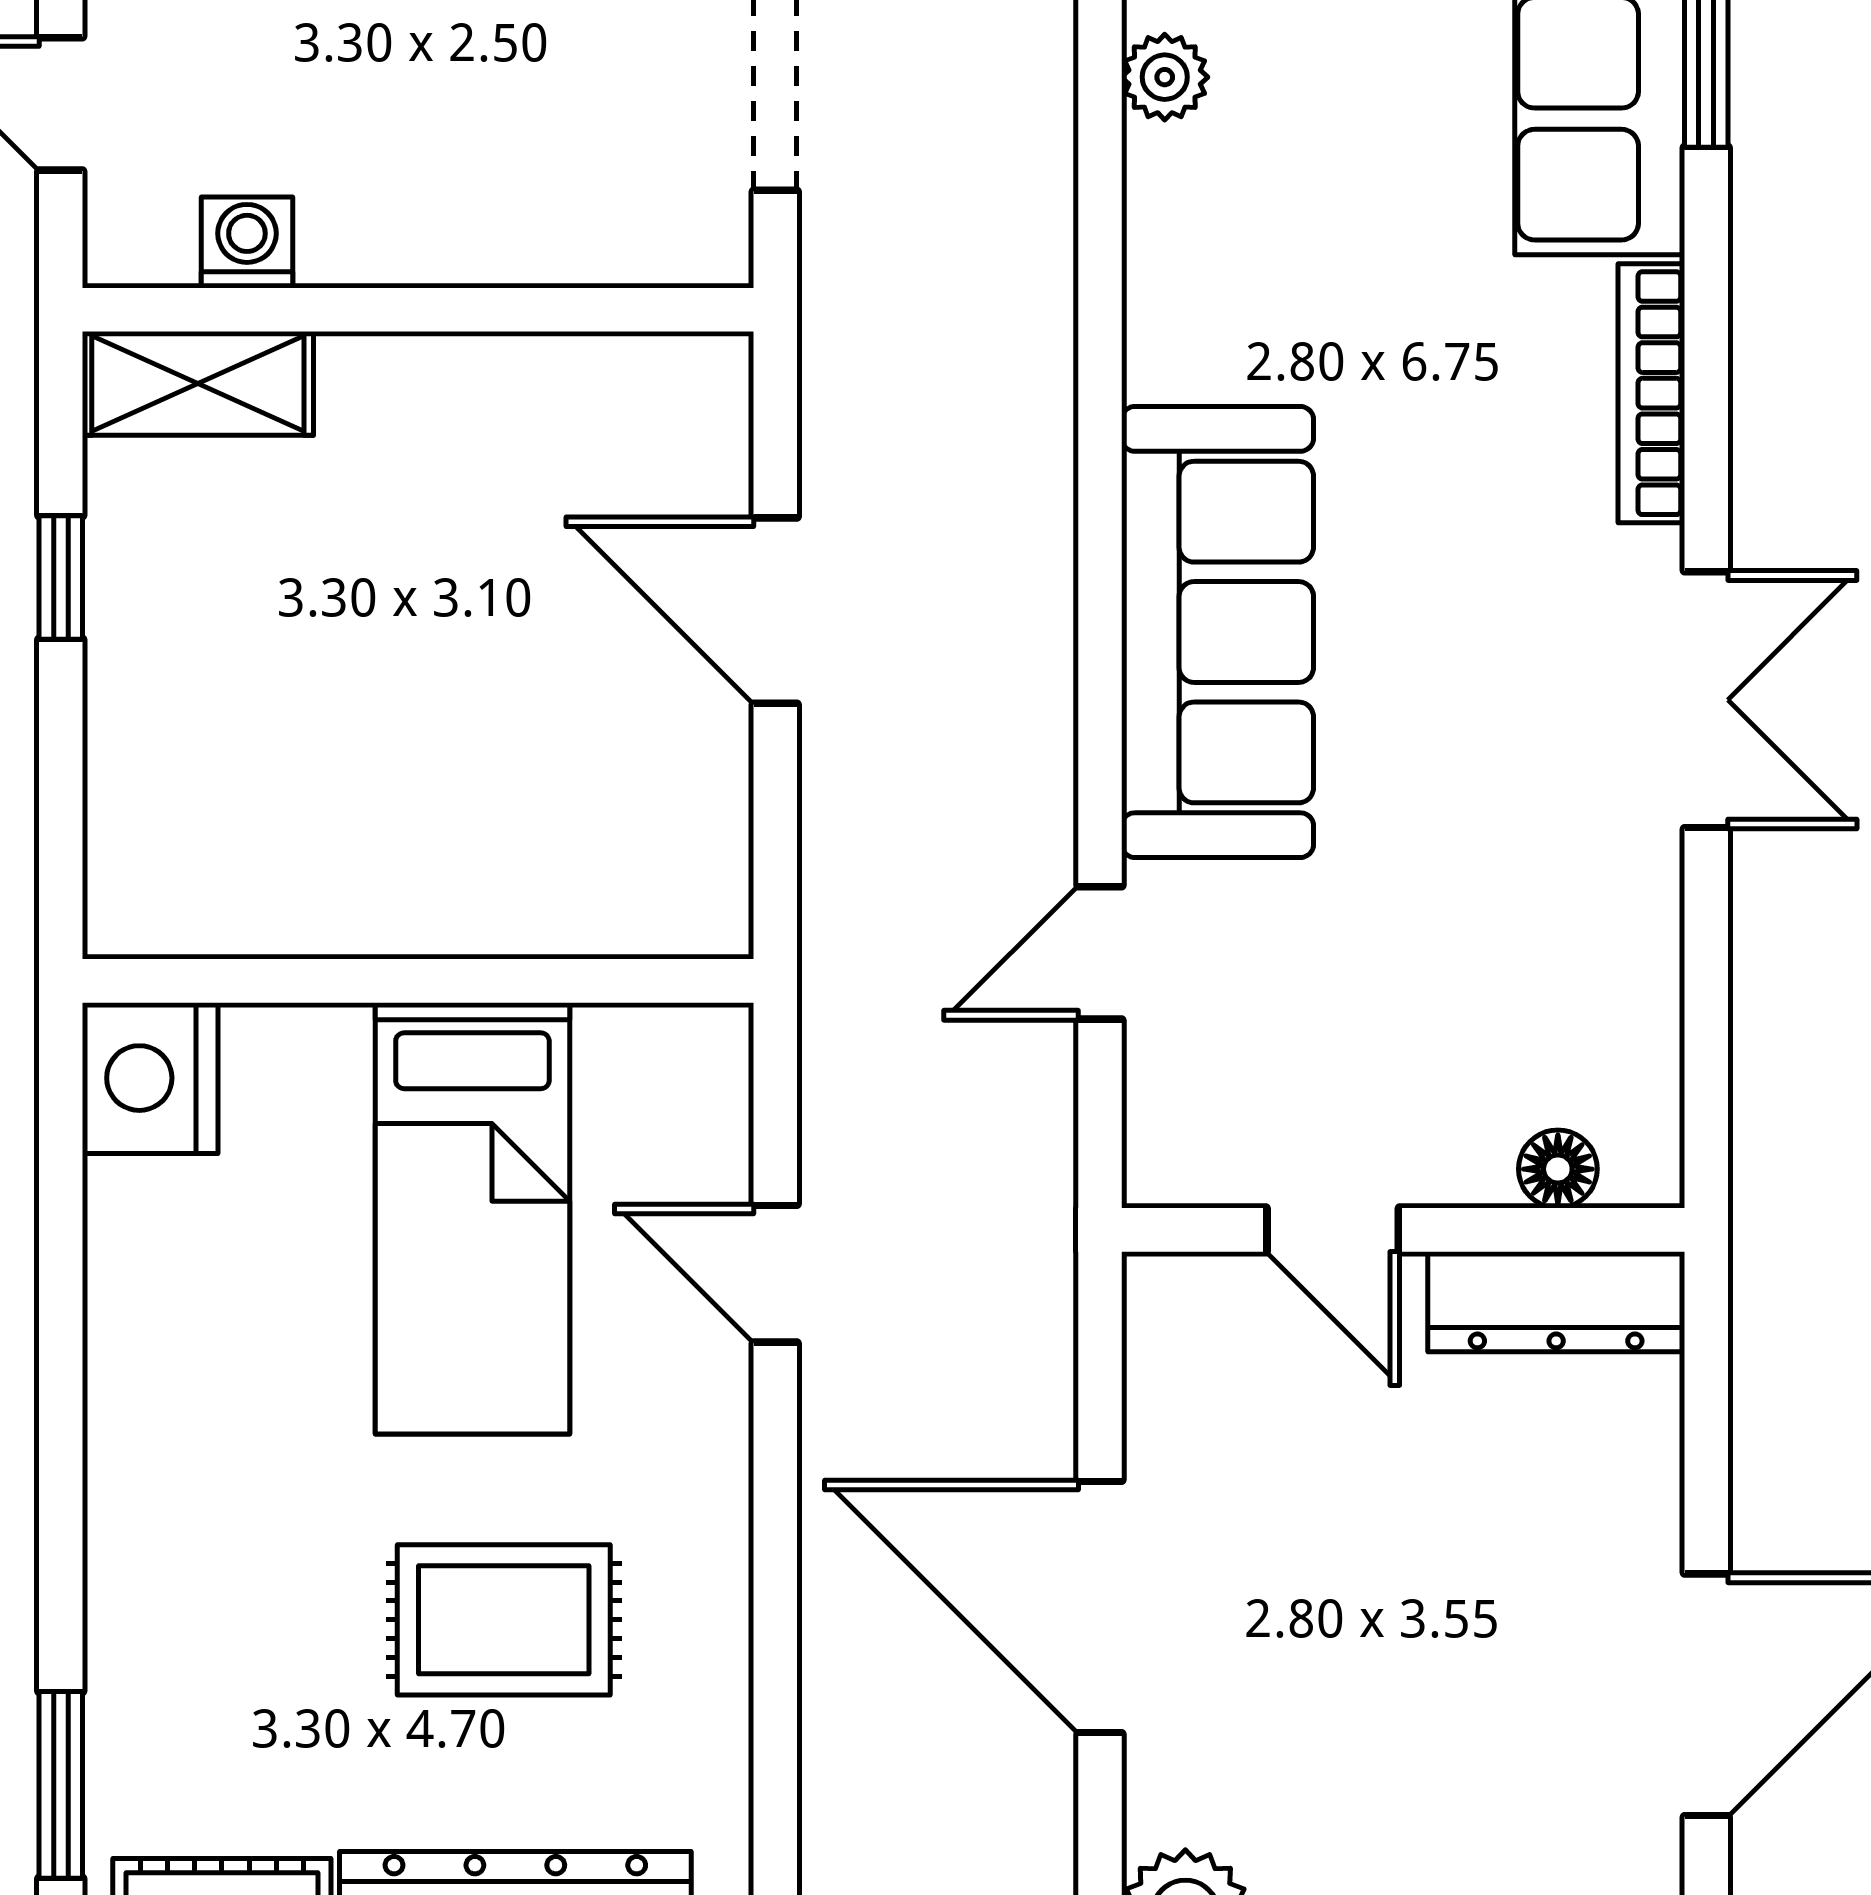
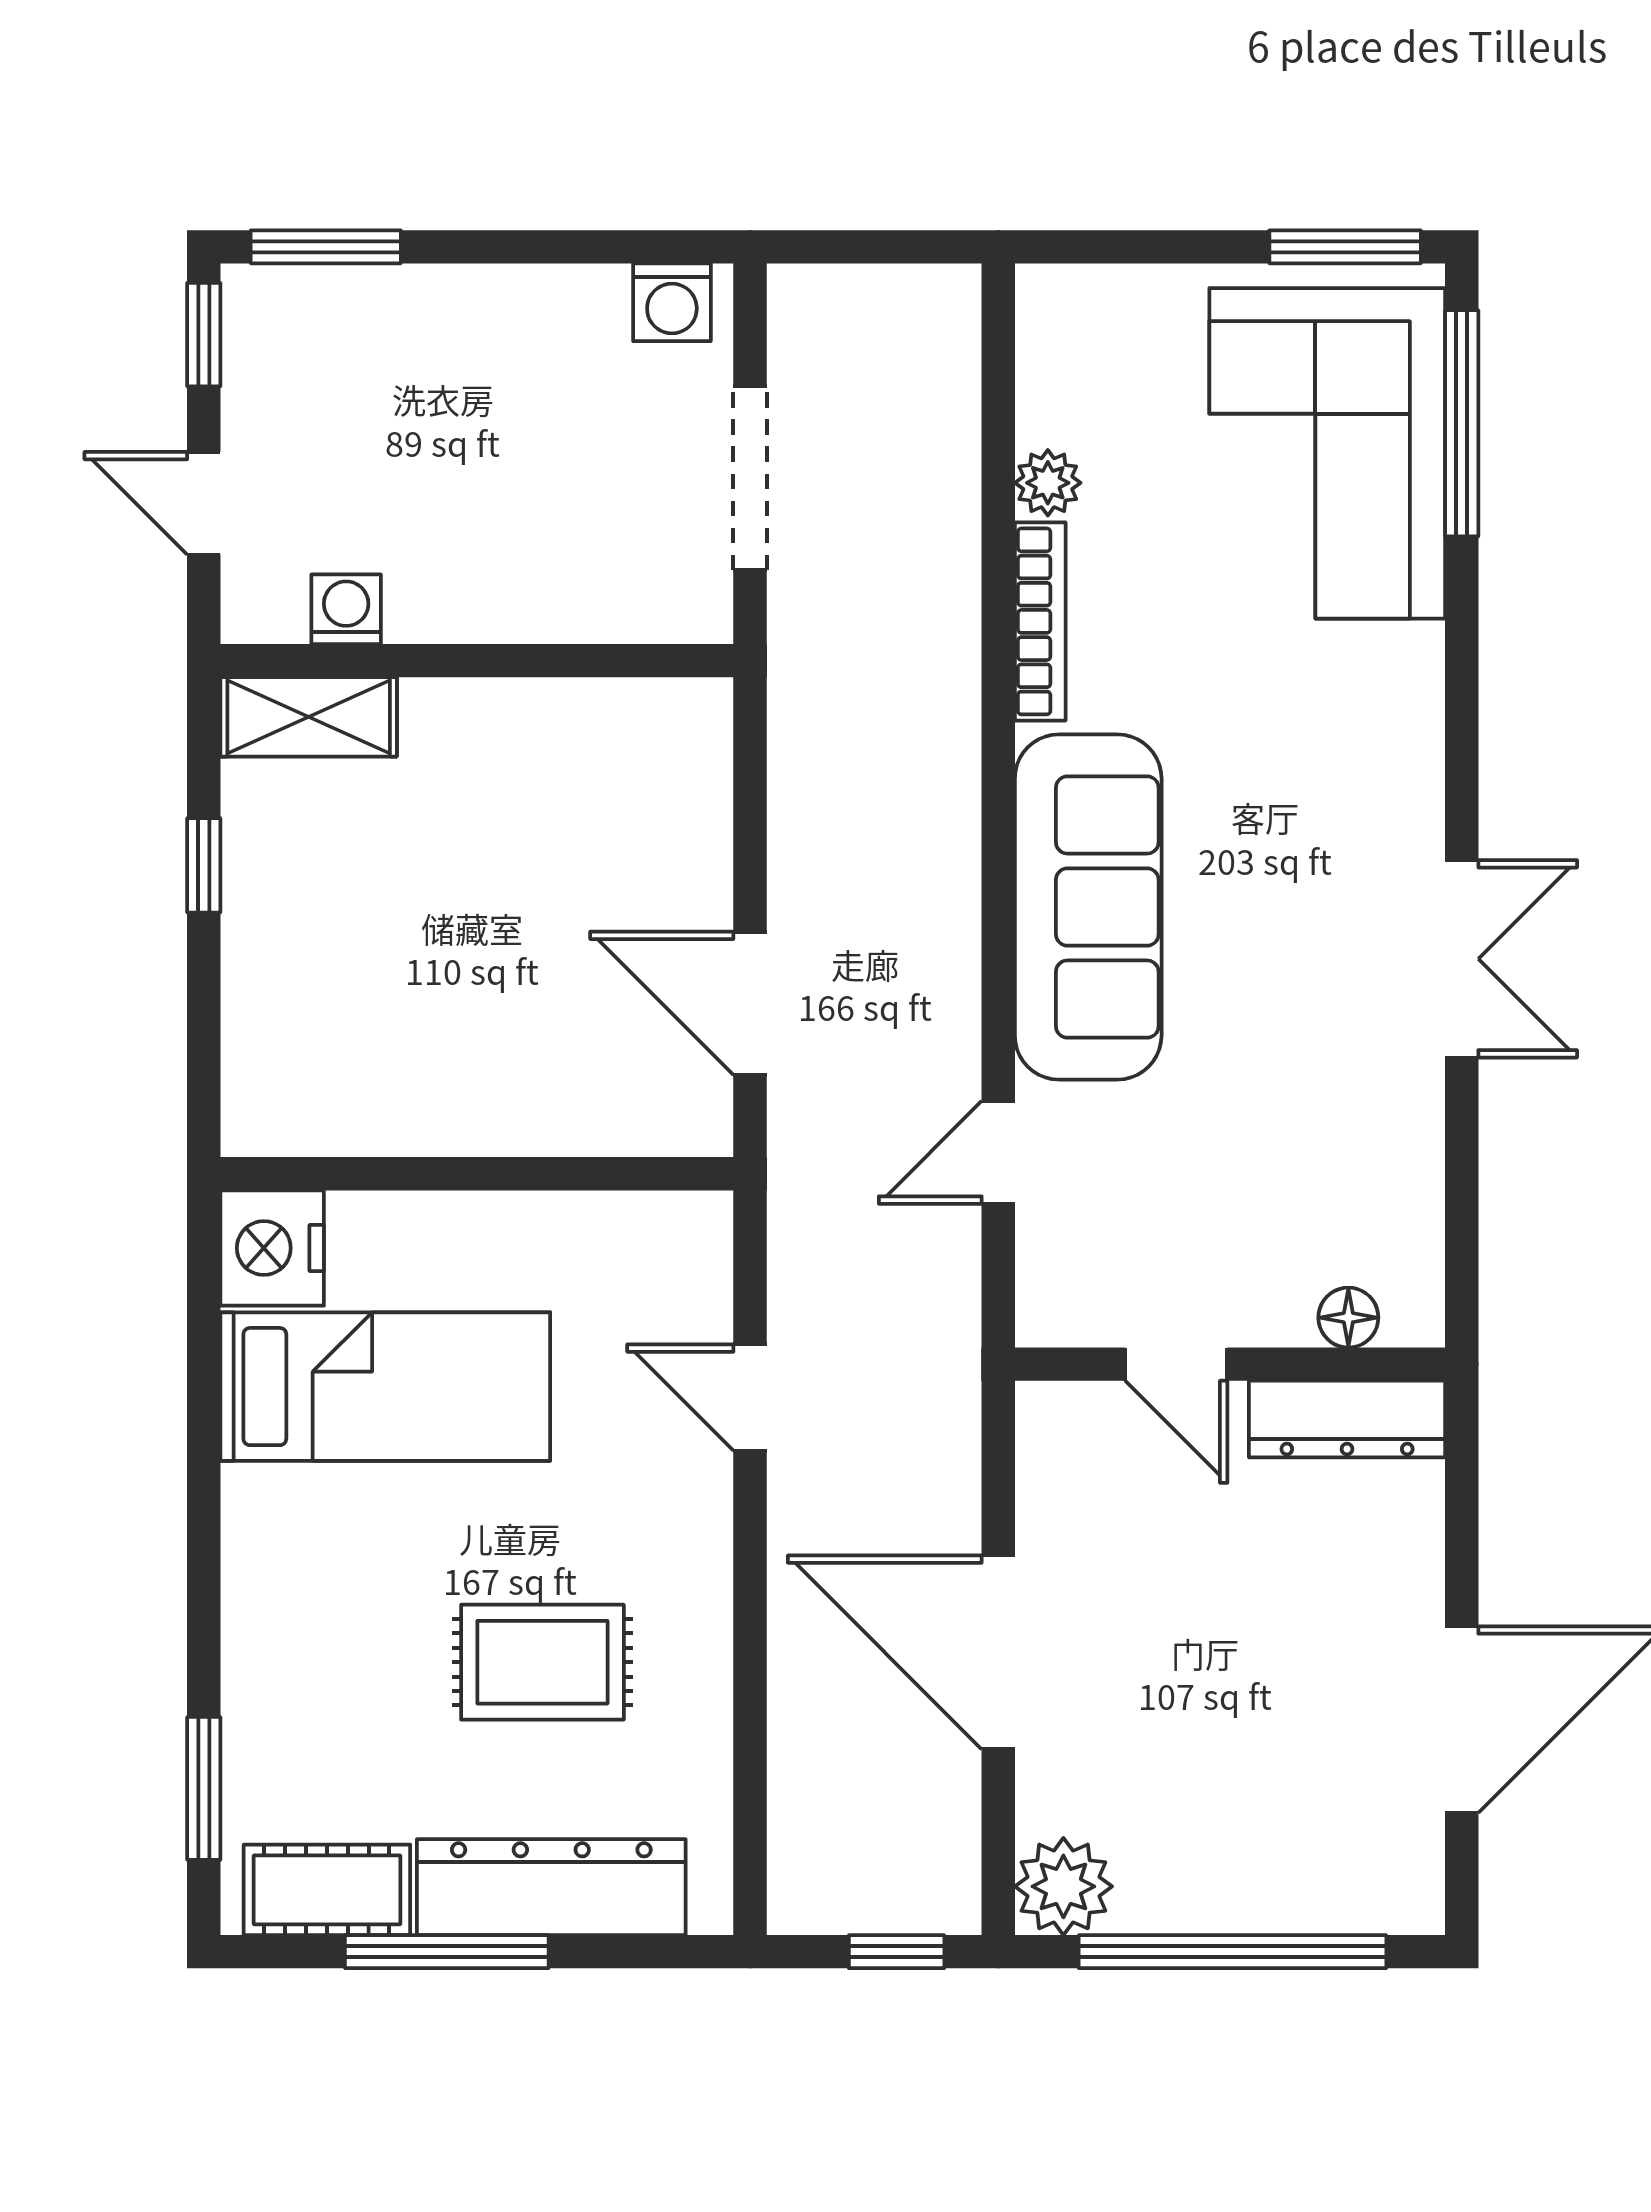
bookcase: (1651, 393) -> (1040, 621), moved, turned 180
door: (775, 611) -> (750, 1003), moved
bed: (472, 1218) -> (385, 1387), moved, turned -90

